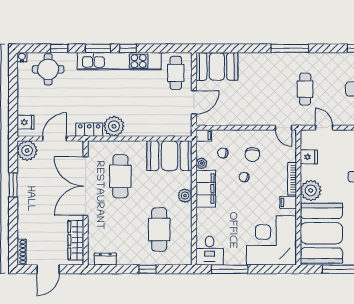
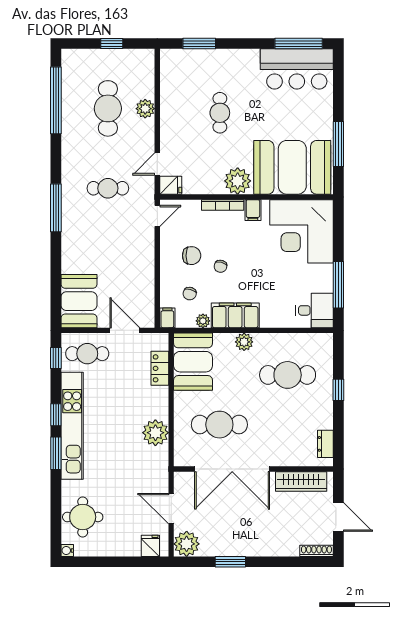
window: (59, 48) -> (56, 358), moved
locker: (89, 130) -> (160, 368), moved
fridge: (309, 157) -> (171, 185), moved, turned 90

